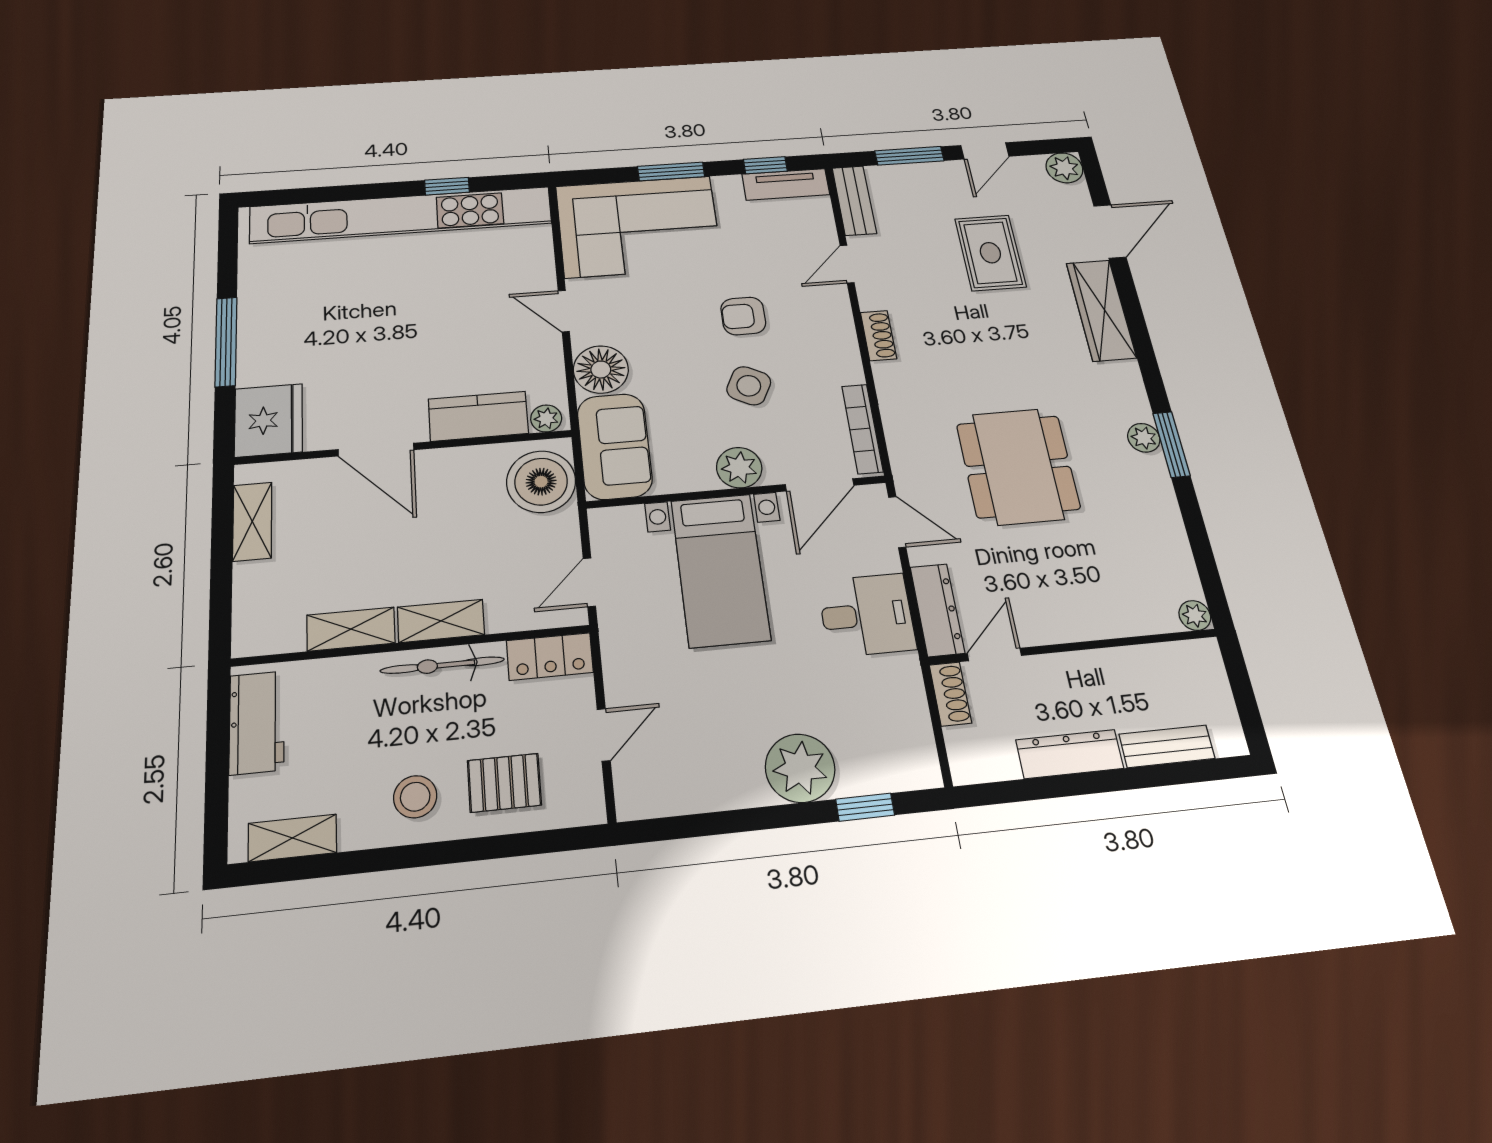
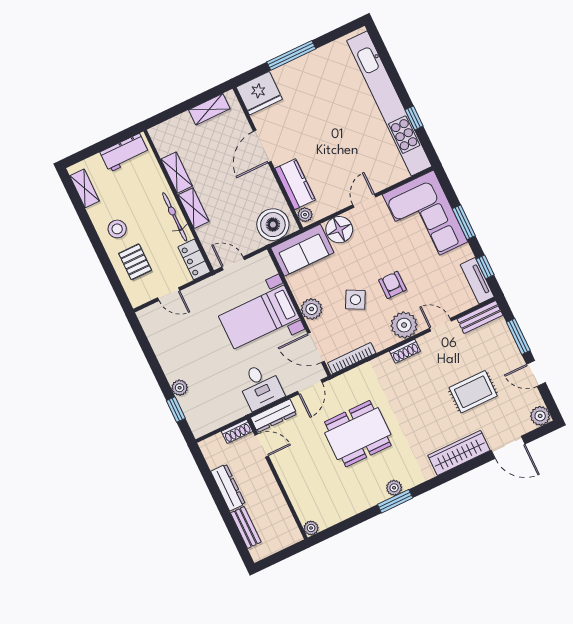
plant: (827, 321) -> (404, 325), added
plant: (800, 768) -> (180, 388), width x0.53, depth x0.53

